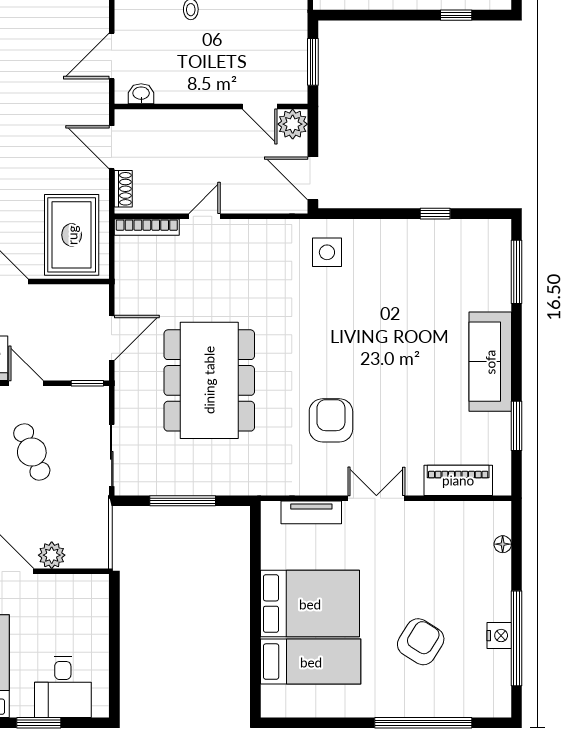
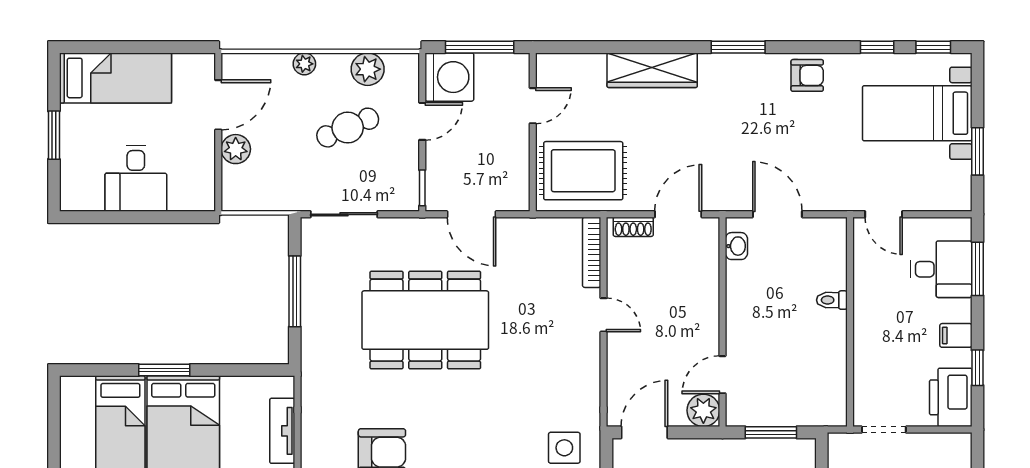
window: (255, 621) -> (164, 370), added
desk: (63, 687) -> (136, 178), moved, turned -90

